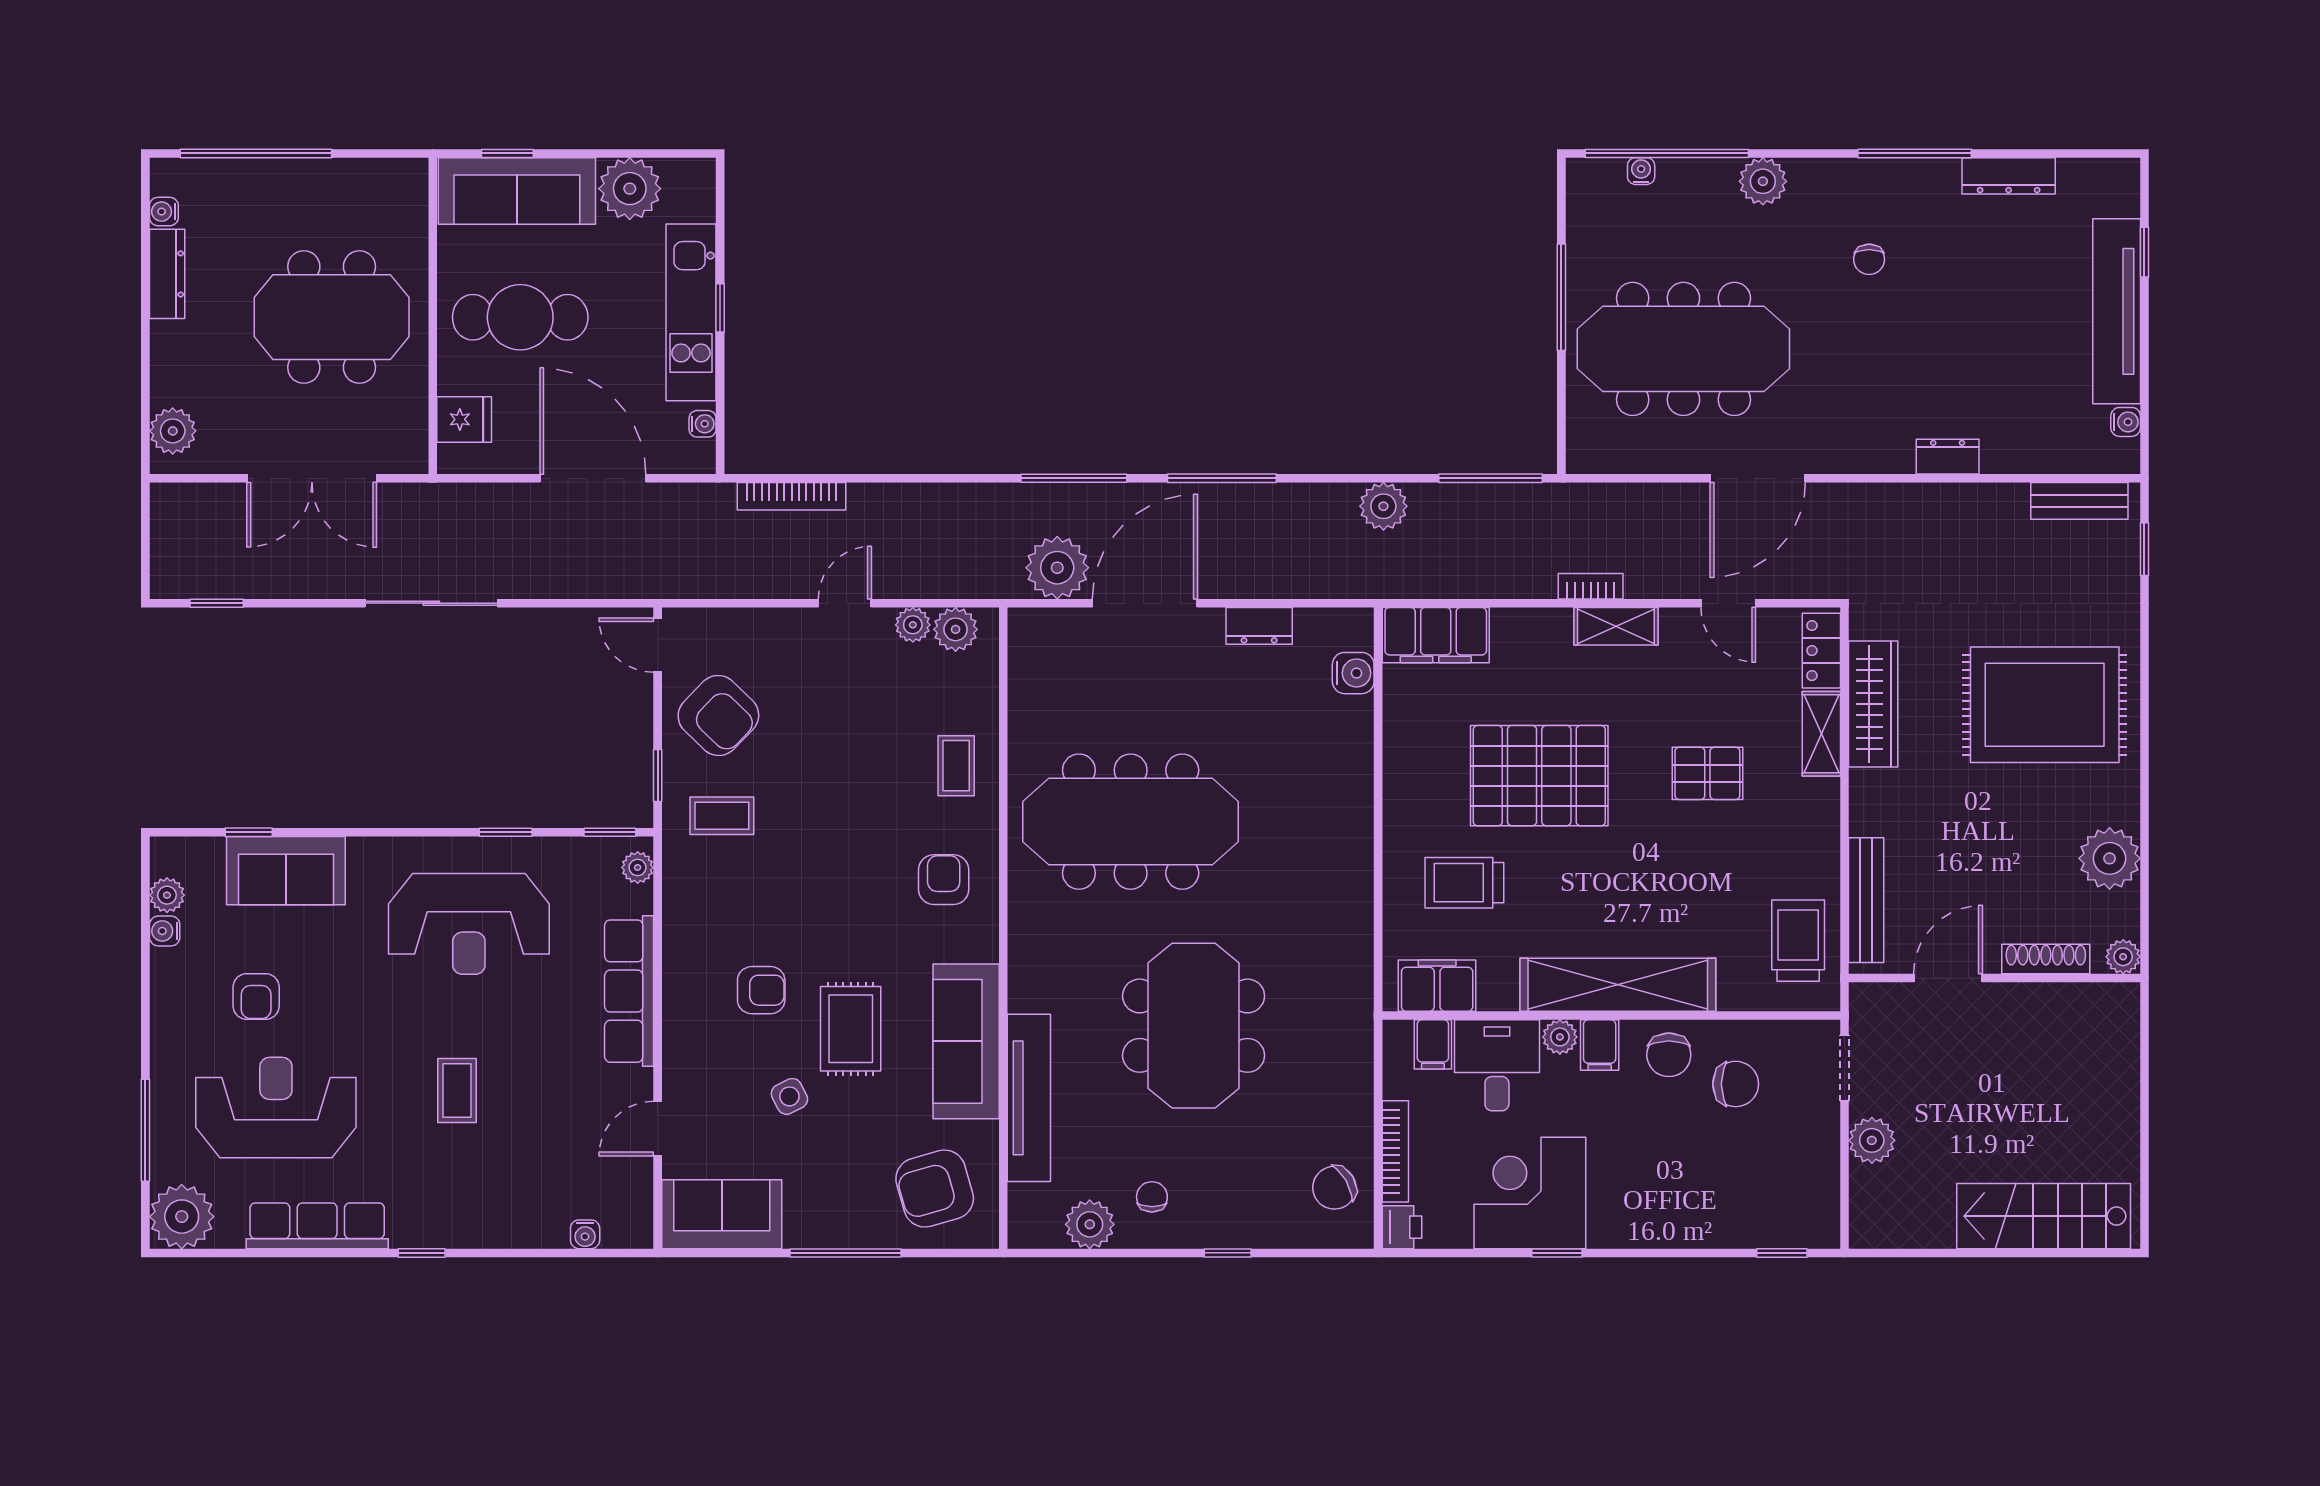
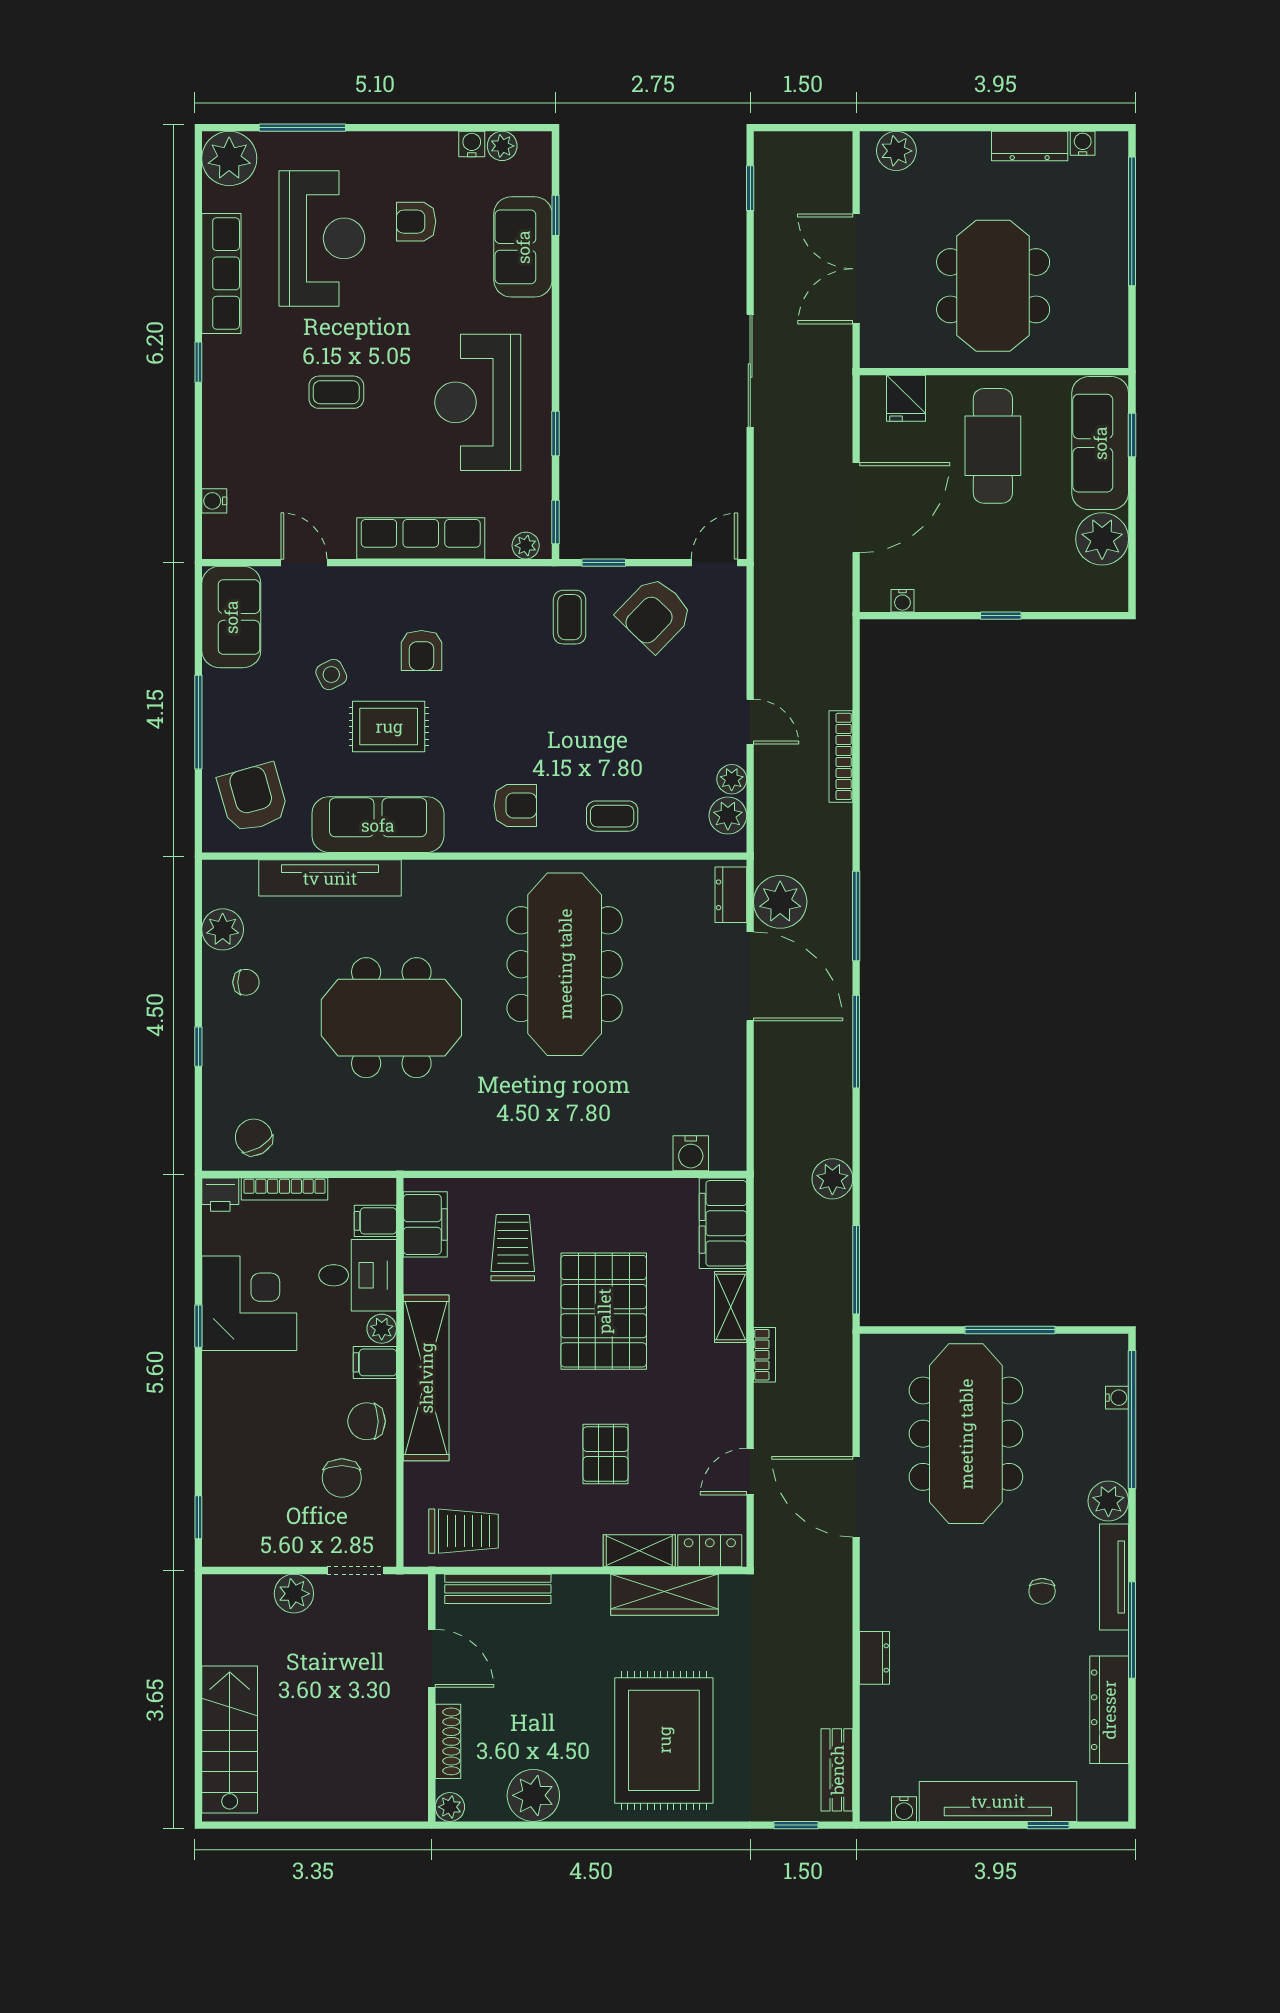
tv unit: (1852, 175) -> (1114, 1577), added
dresser: (2009, 176) -> (1109, 1710), width x1.37, depth x1.24
chair: (1869, 259) -> (1042, 1591), turned -90
kitchen unit: (691, 312) -> (997, 591), removed
bookcase: (792, 496) -> (841, 756), moved
dresser: (1259, 626) -> (731, 895), moved
shelving: (1616, 626) -> (731, 1307), moved

